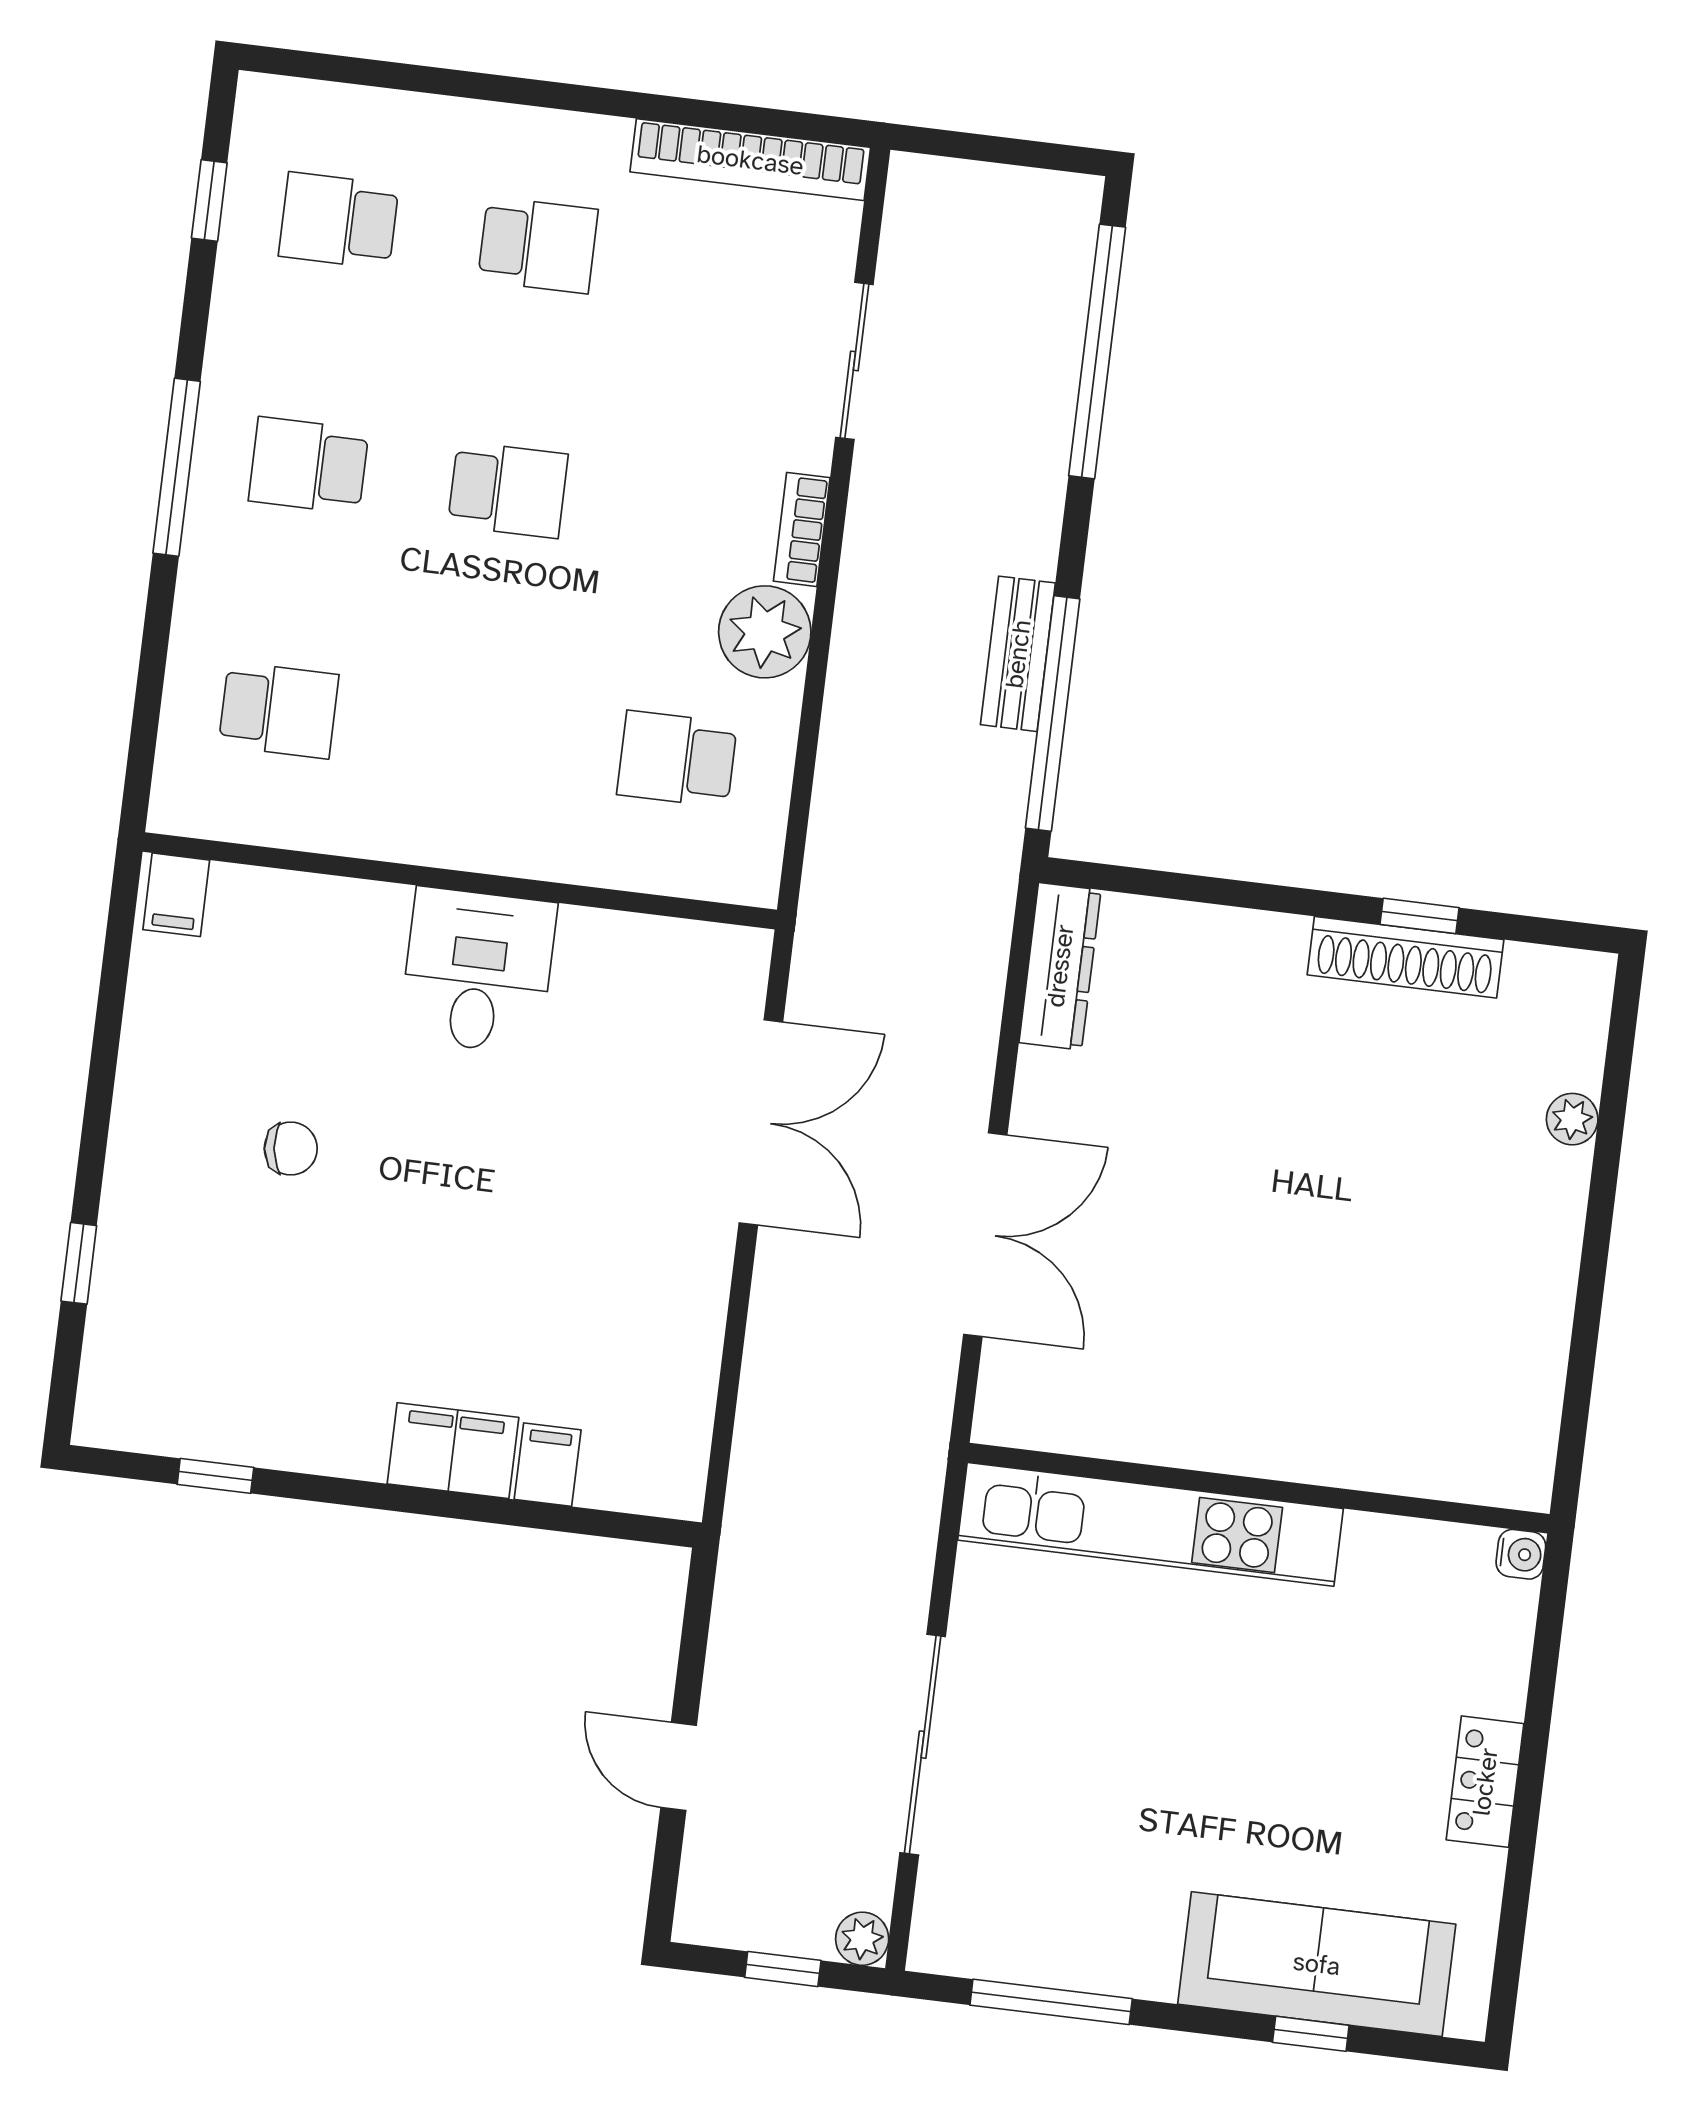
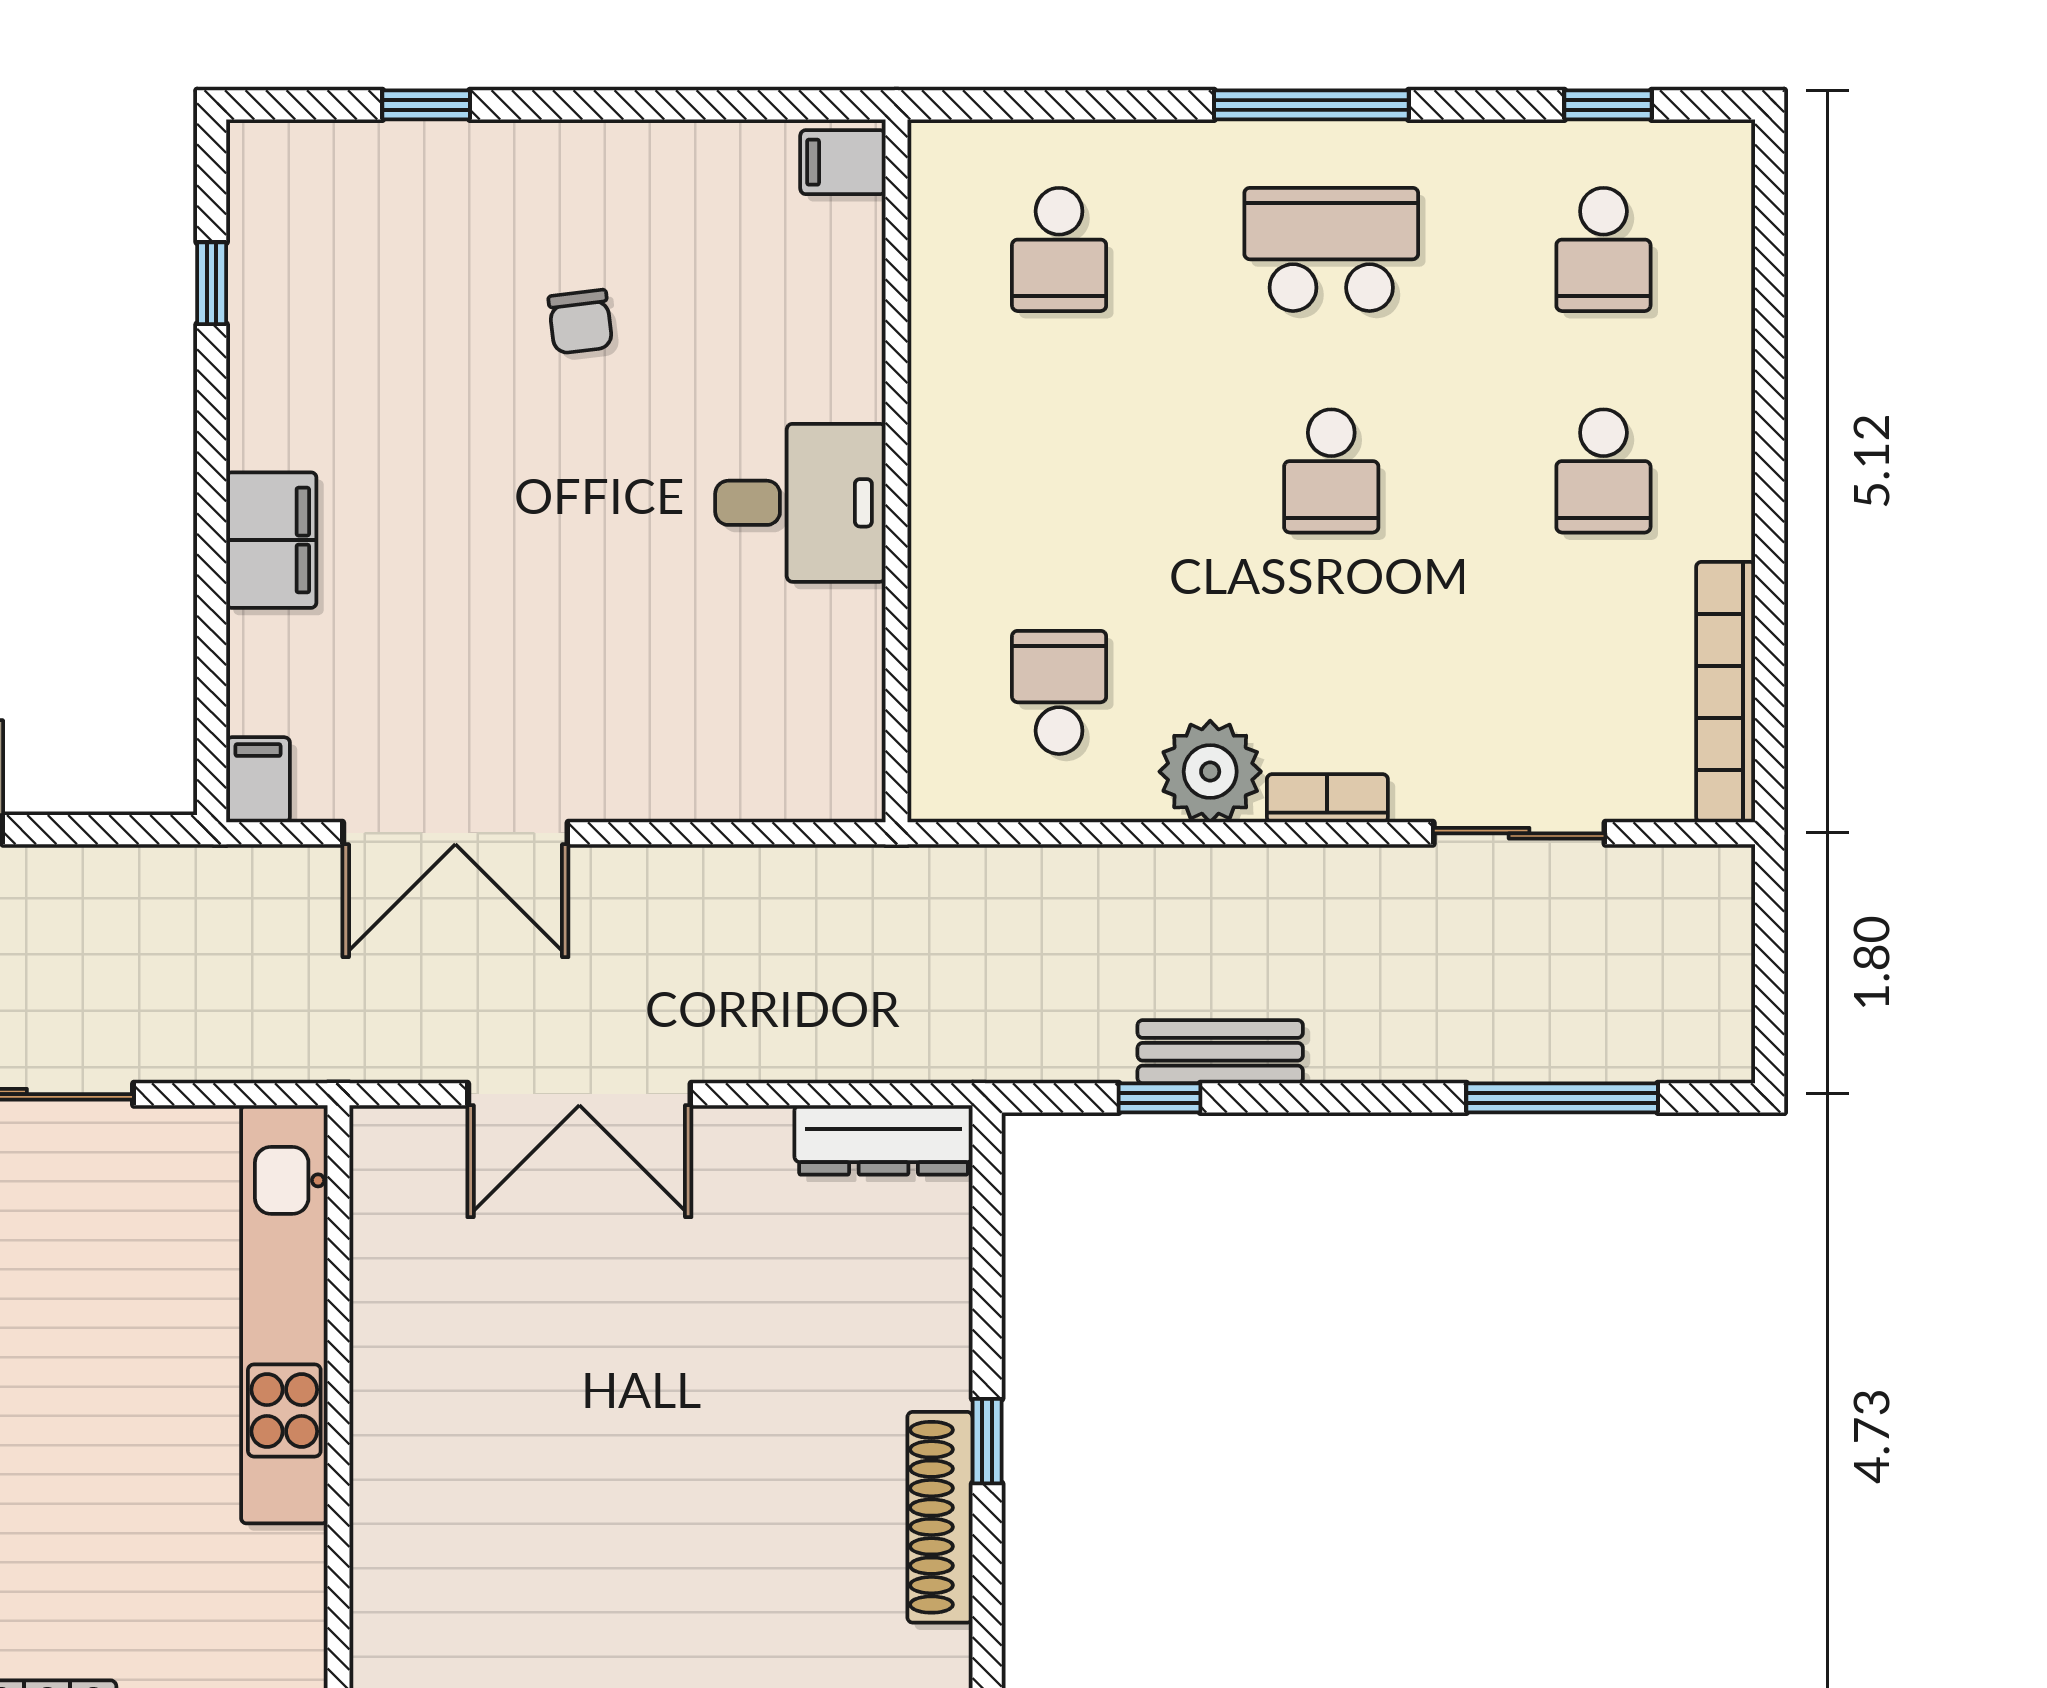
school desk: (339, 221) -> (1603, 249), turned 180
window: (1097, 351) -> (1562, 1098), width x0.68
school desk: (309, 465) -> (1331, 249), width x1.85
window: (1053, 714) -> (1159, 1098), width x0.32
window: (1419, 916) -> (987, 1441), moved
double door: (761, 1122) -> (455, 833), moved
filing cabinet: (548, 1465) -> (258, 780), moved, turned -90

